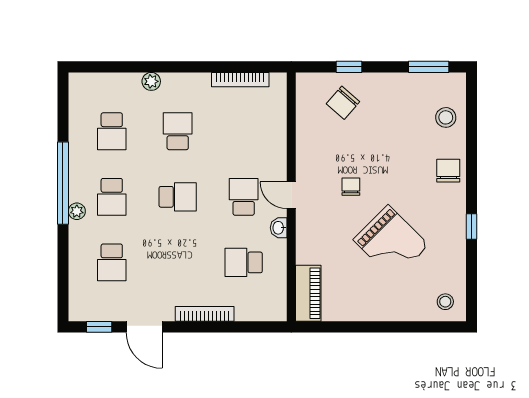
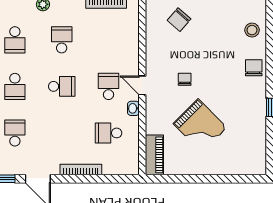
grand piano: (391, 242) -> (200, 126), moved
school desk: (112, 262) -> (15, 133), turned 180
stool: (445, 302) -> (252, 161), removed

